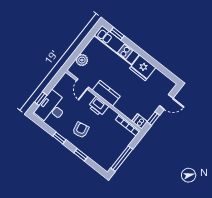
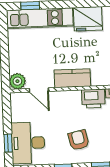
plant: (82, 60) -> (17, 81), moved
printer: (98, 106) -> (93, 99), moved

